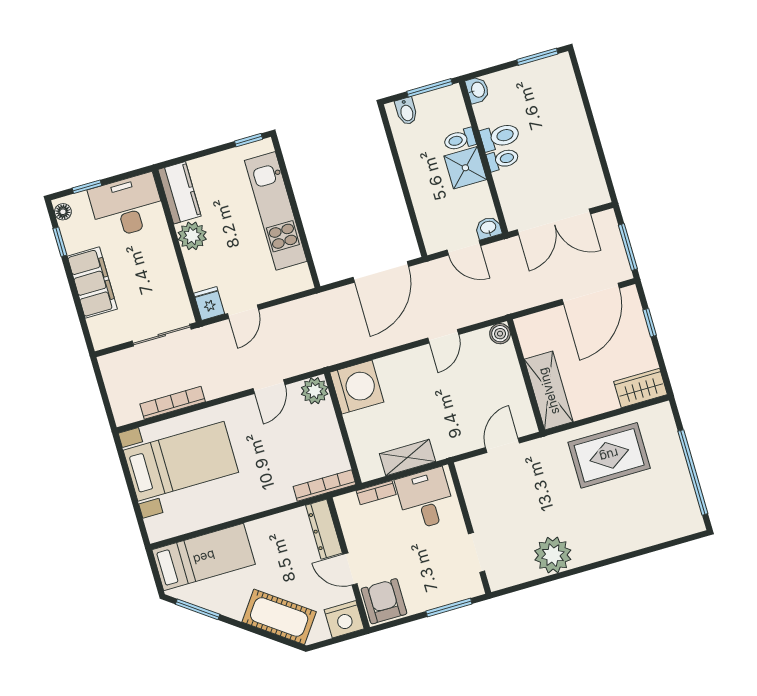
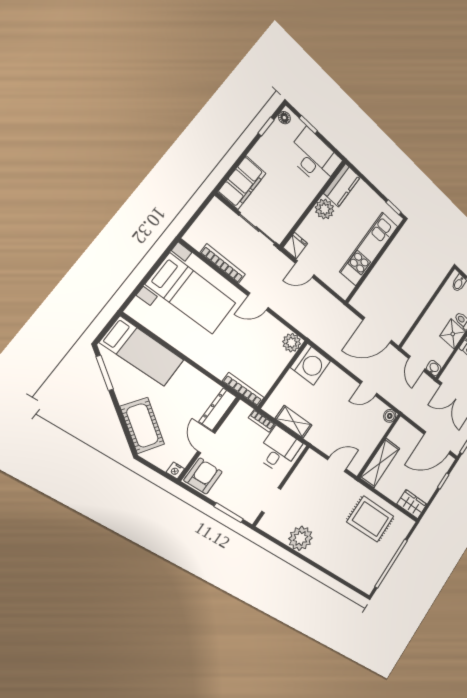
filing cabinet: (92, 283) -> (242, 183), moved
door: (269, 387) -> (258, 302), moved
nightstand: (344, 619) -> (175, 470), width x0.53, depth x0.56

